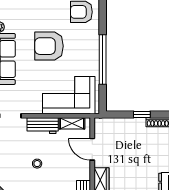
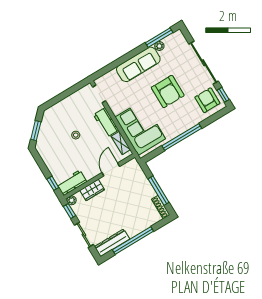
armchair: (49, 46) -> (168, 91), turned 180
window: (142, 114) -> (159, 191), width x2.17

